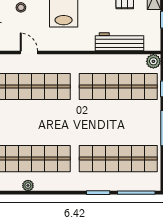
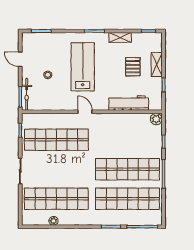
door: (29, 52) -> (85, 112), moved
shop shelf: (118, 87) -> (127, 169), moved

